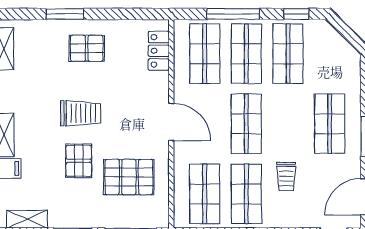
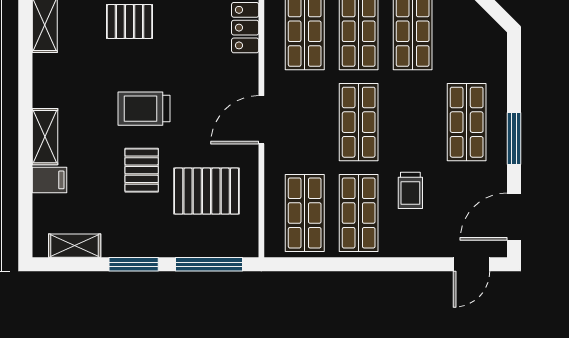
pallet: (87, 48) -> (129, 21), moved
trolley: (81, 113) -> (144, 109), turned 180
door: (171, 122) -> (261, 120), swing flipped

